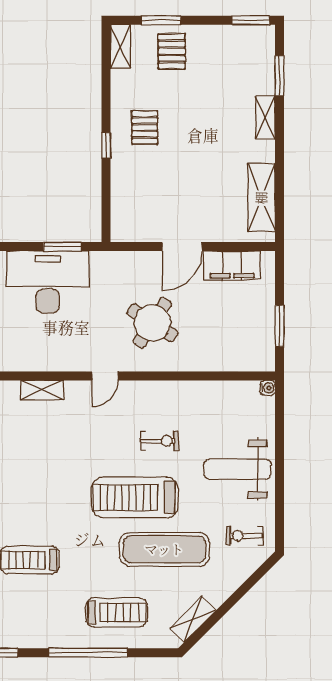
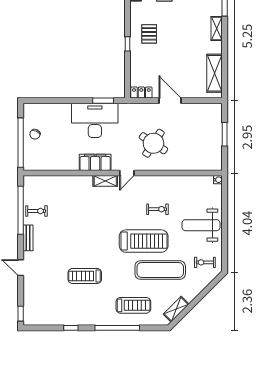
locker: (131, 232) -> (141, 93), added
door: (182, 246) -> (170, 101), swing flipped
filing cabinet: (232, 265) -> (95, 162), moved, turned 180
window: (279, 326) -> (225, 134), moved
shelving: (42, 390) -> (105, 181), moved
treadmill: (135, 498) -> (144, 241), turned 180

